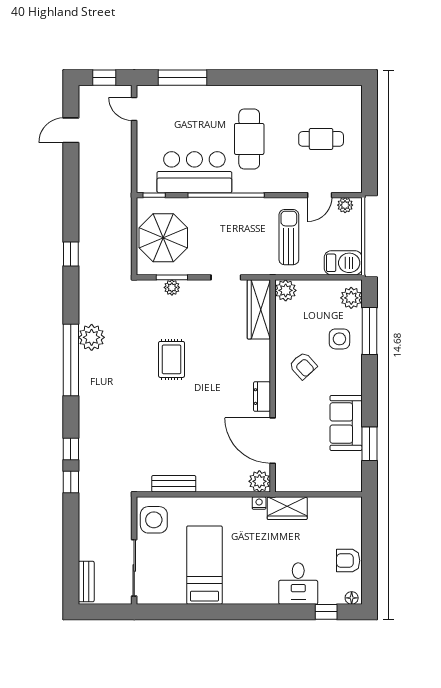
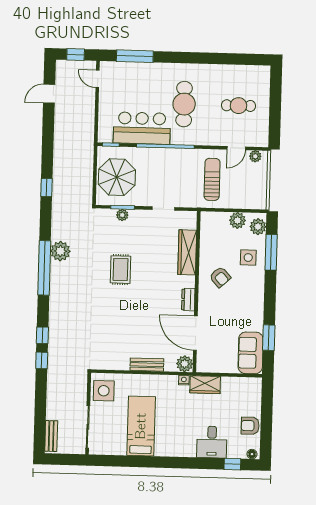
barbecue: (343, 263) -> (253, 200), removed
plant: (286, 290) -> (237, 220), moved
wardrobe: (259, 309) -> (187, 252), moved
sofa: (346, 423) -> (251, 353), moved
bench: (174, 484) -> (147, 365), moved

